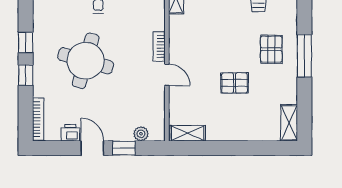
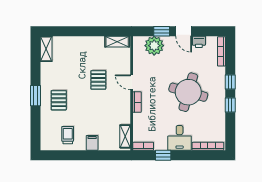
window: (304, 56) -> (36, 96), width x0.69
pallet: (235, 83) -> (98, 80), moved, turned 90
plant: (141, 134) -> (154, 46), width x1.87, depth x1.87

